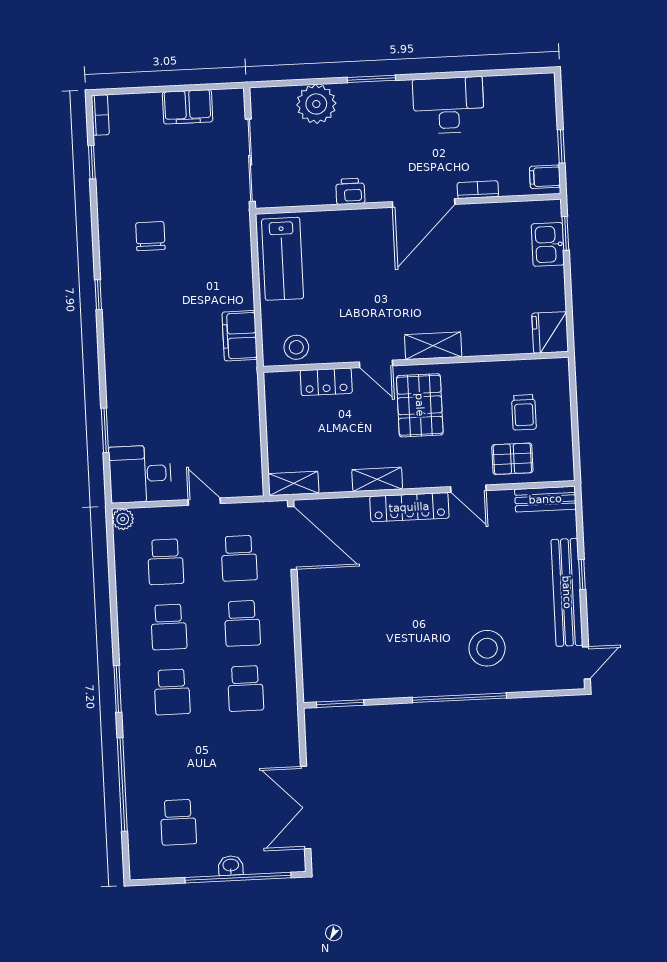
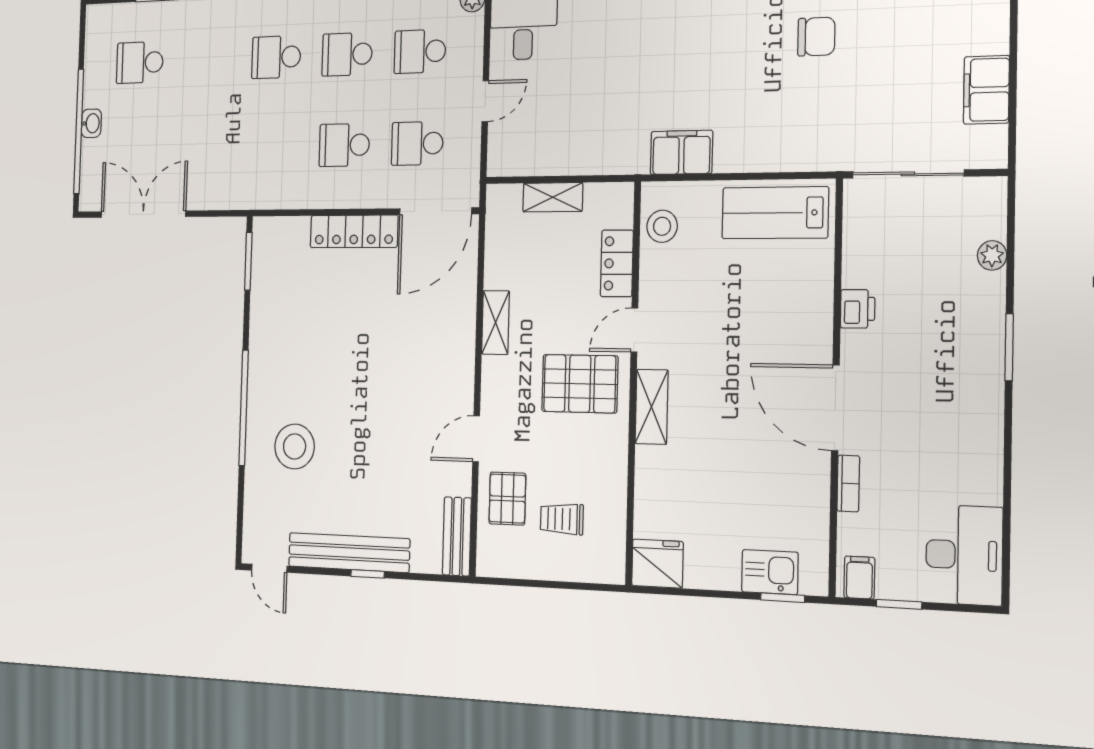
plant: (316, 104) -> (992, 255), width x0.53, depth x0.53
desk: (448, 105) -> (964, 555), moved
shelving: (294, 483) -> (553, 197), moved, turned 90
locker: (409, 507) -> (354, 231), moved, turned -90
school desk: (246, 688) -> (273, 147), removed

